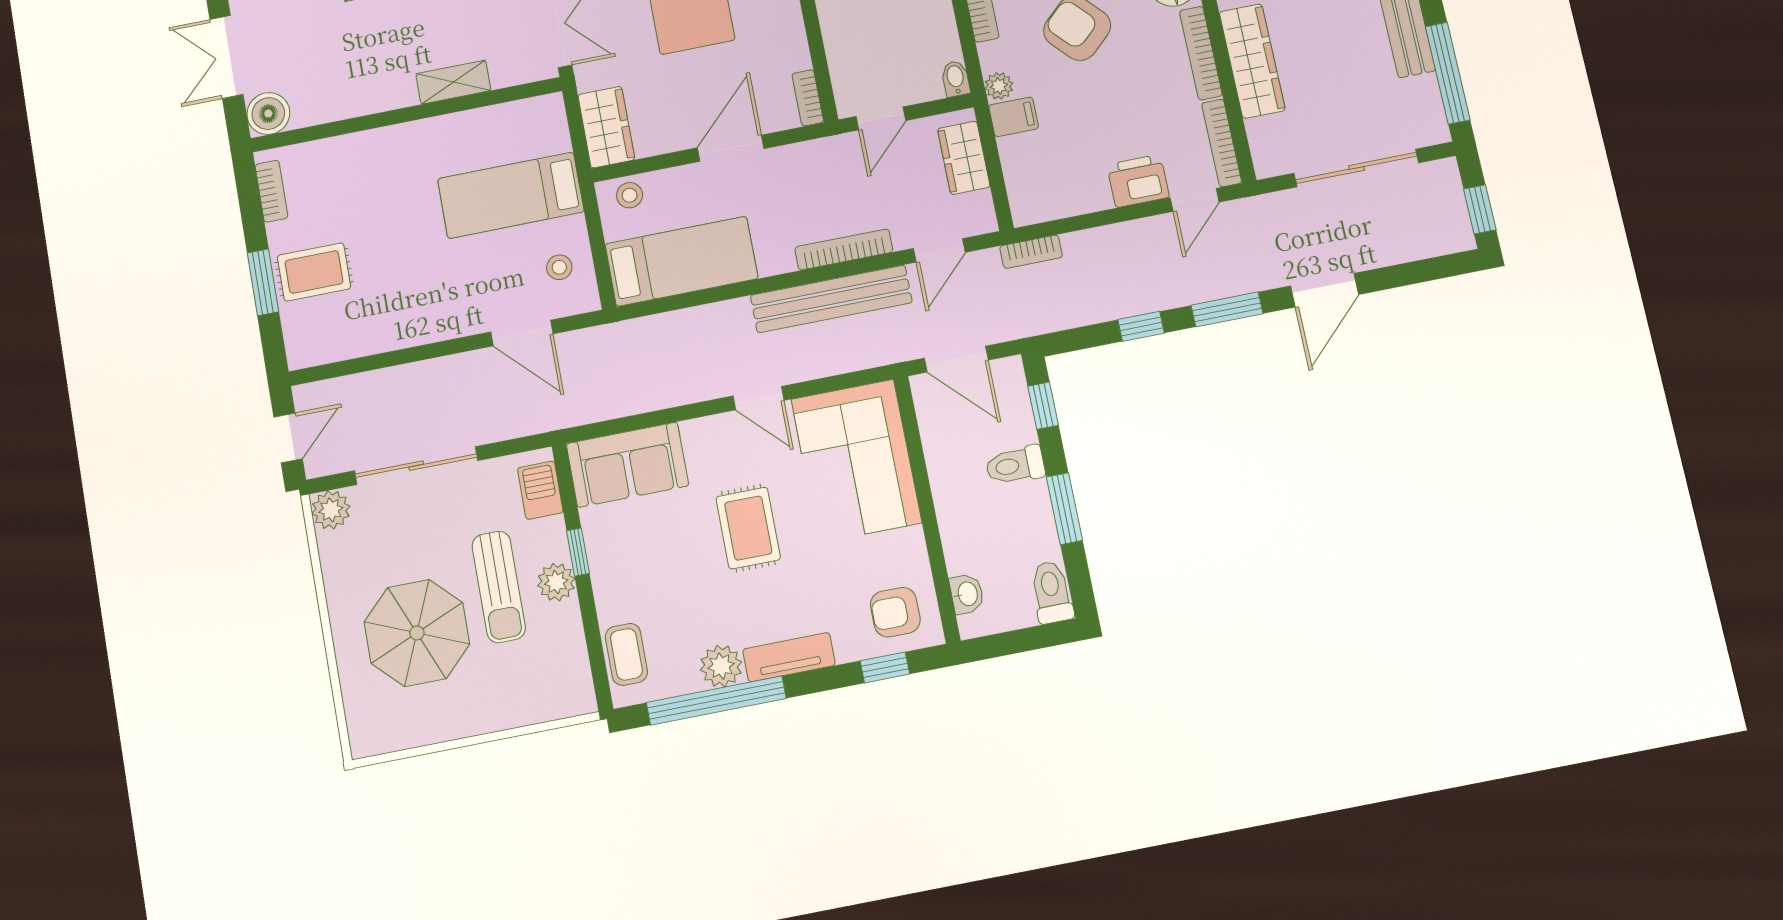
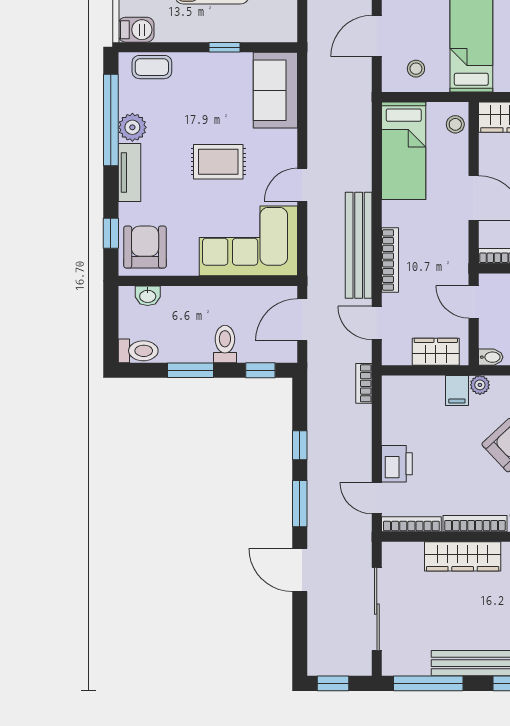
barbecue: (540, 490) -> (136, 30), moved
plant: (556, 582) -> (208, 30), removed
armchair: (895, 612) -> (145, 247), width x1.38, depth x1.38

